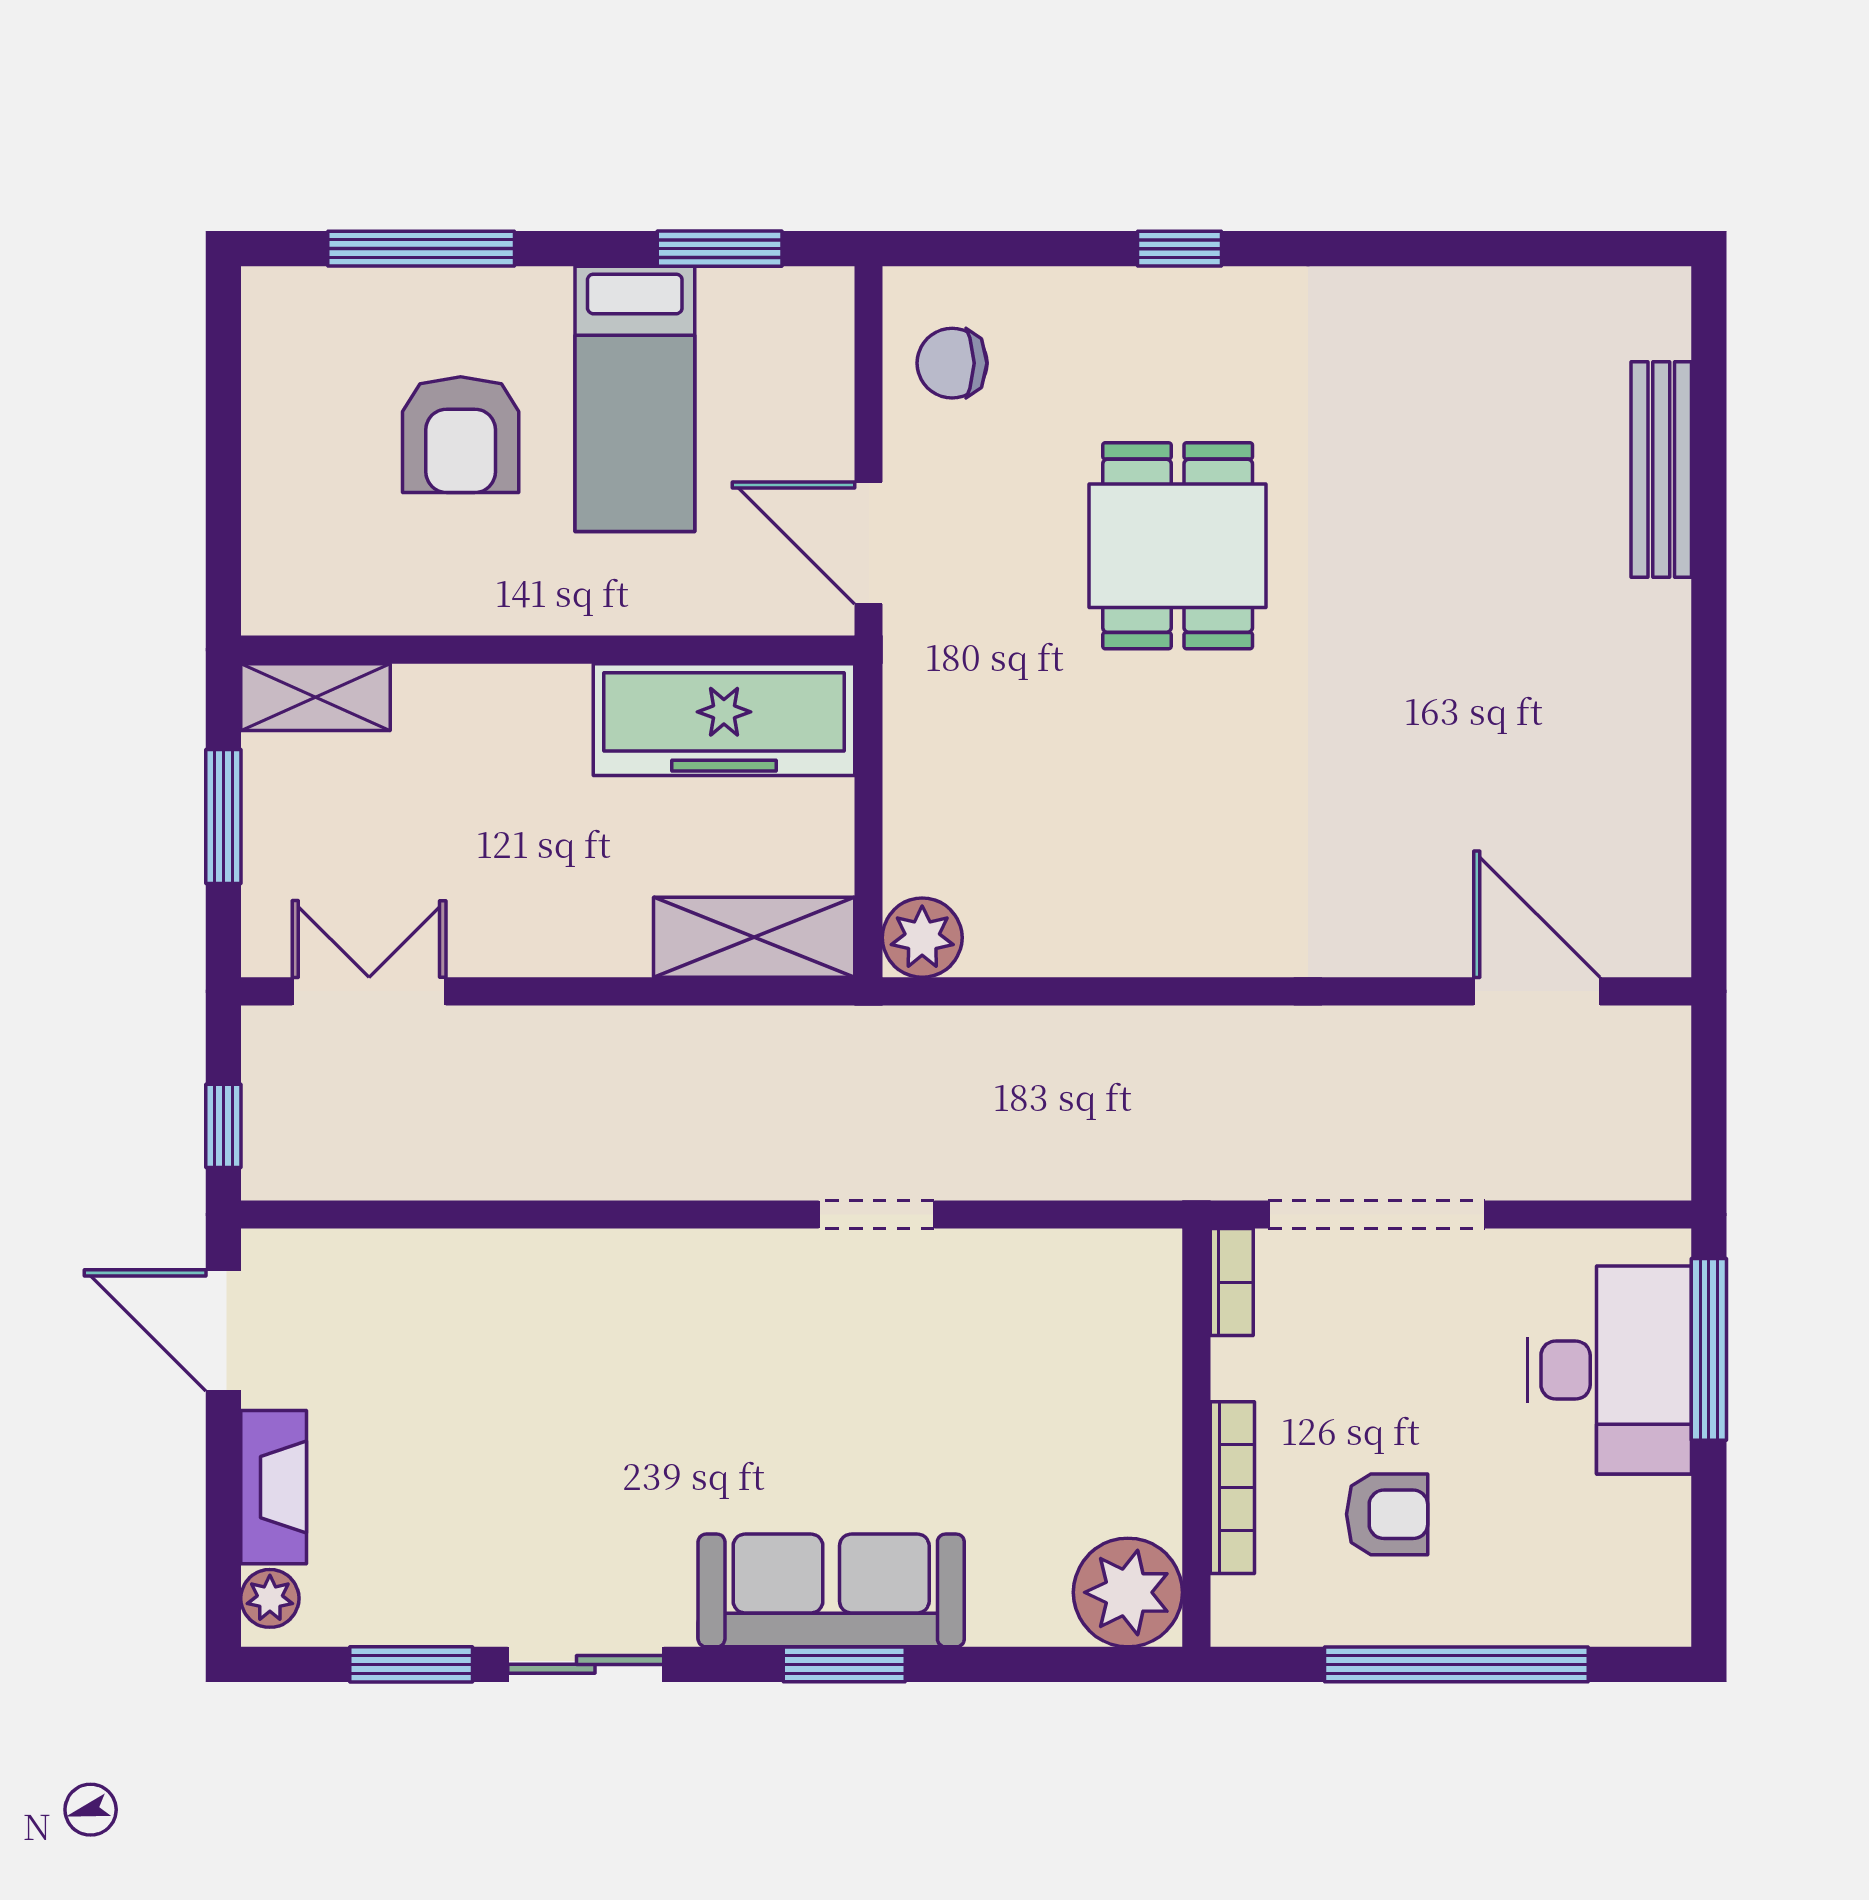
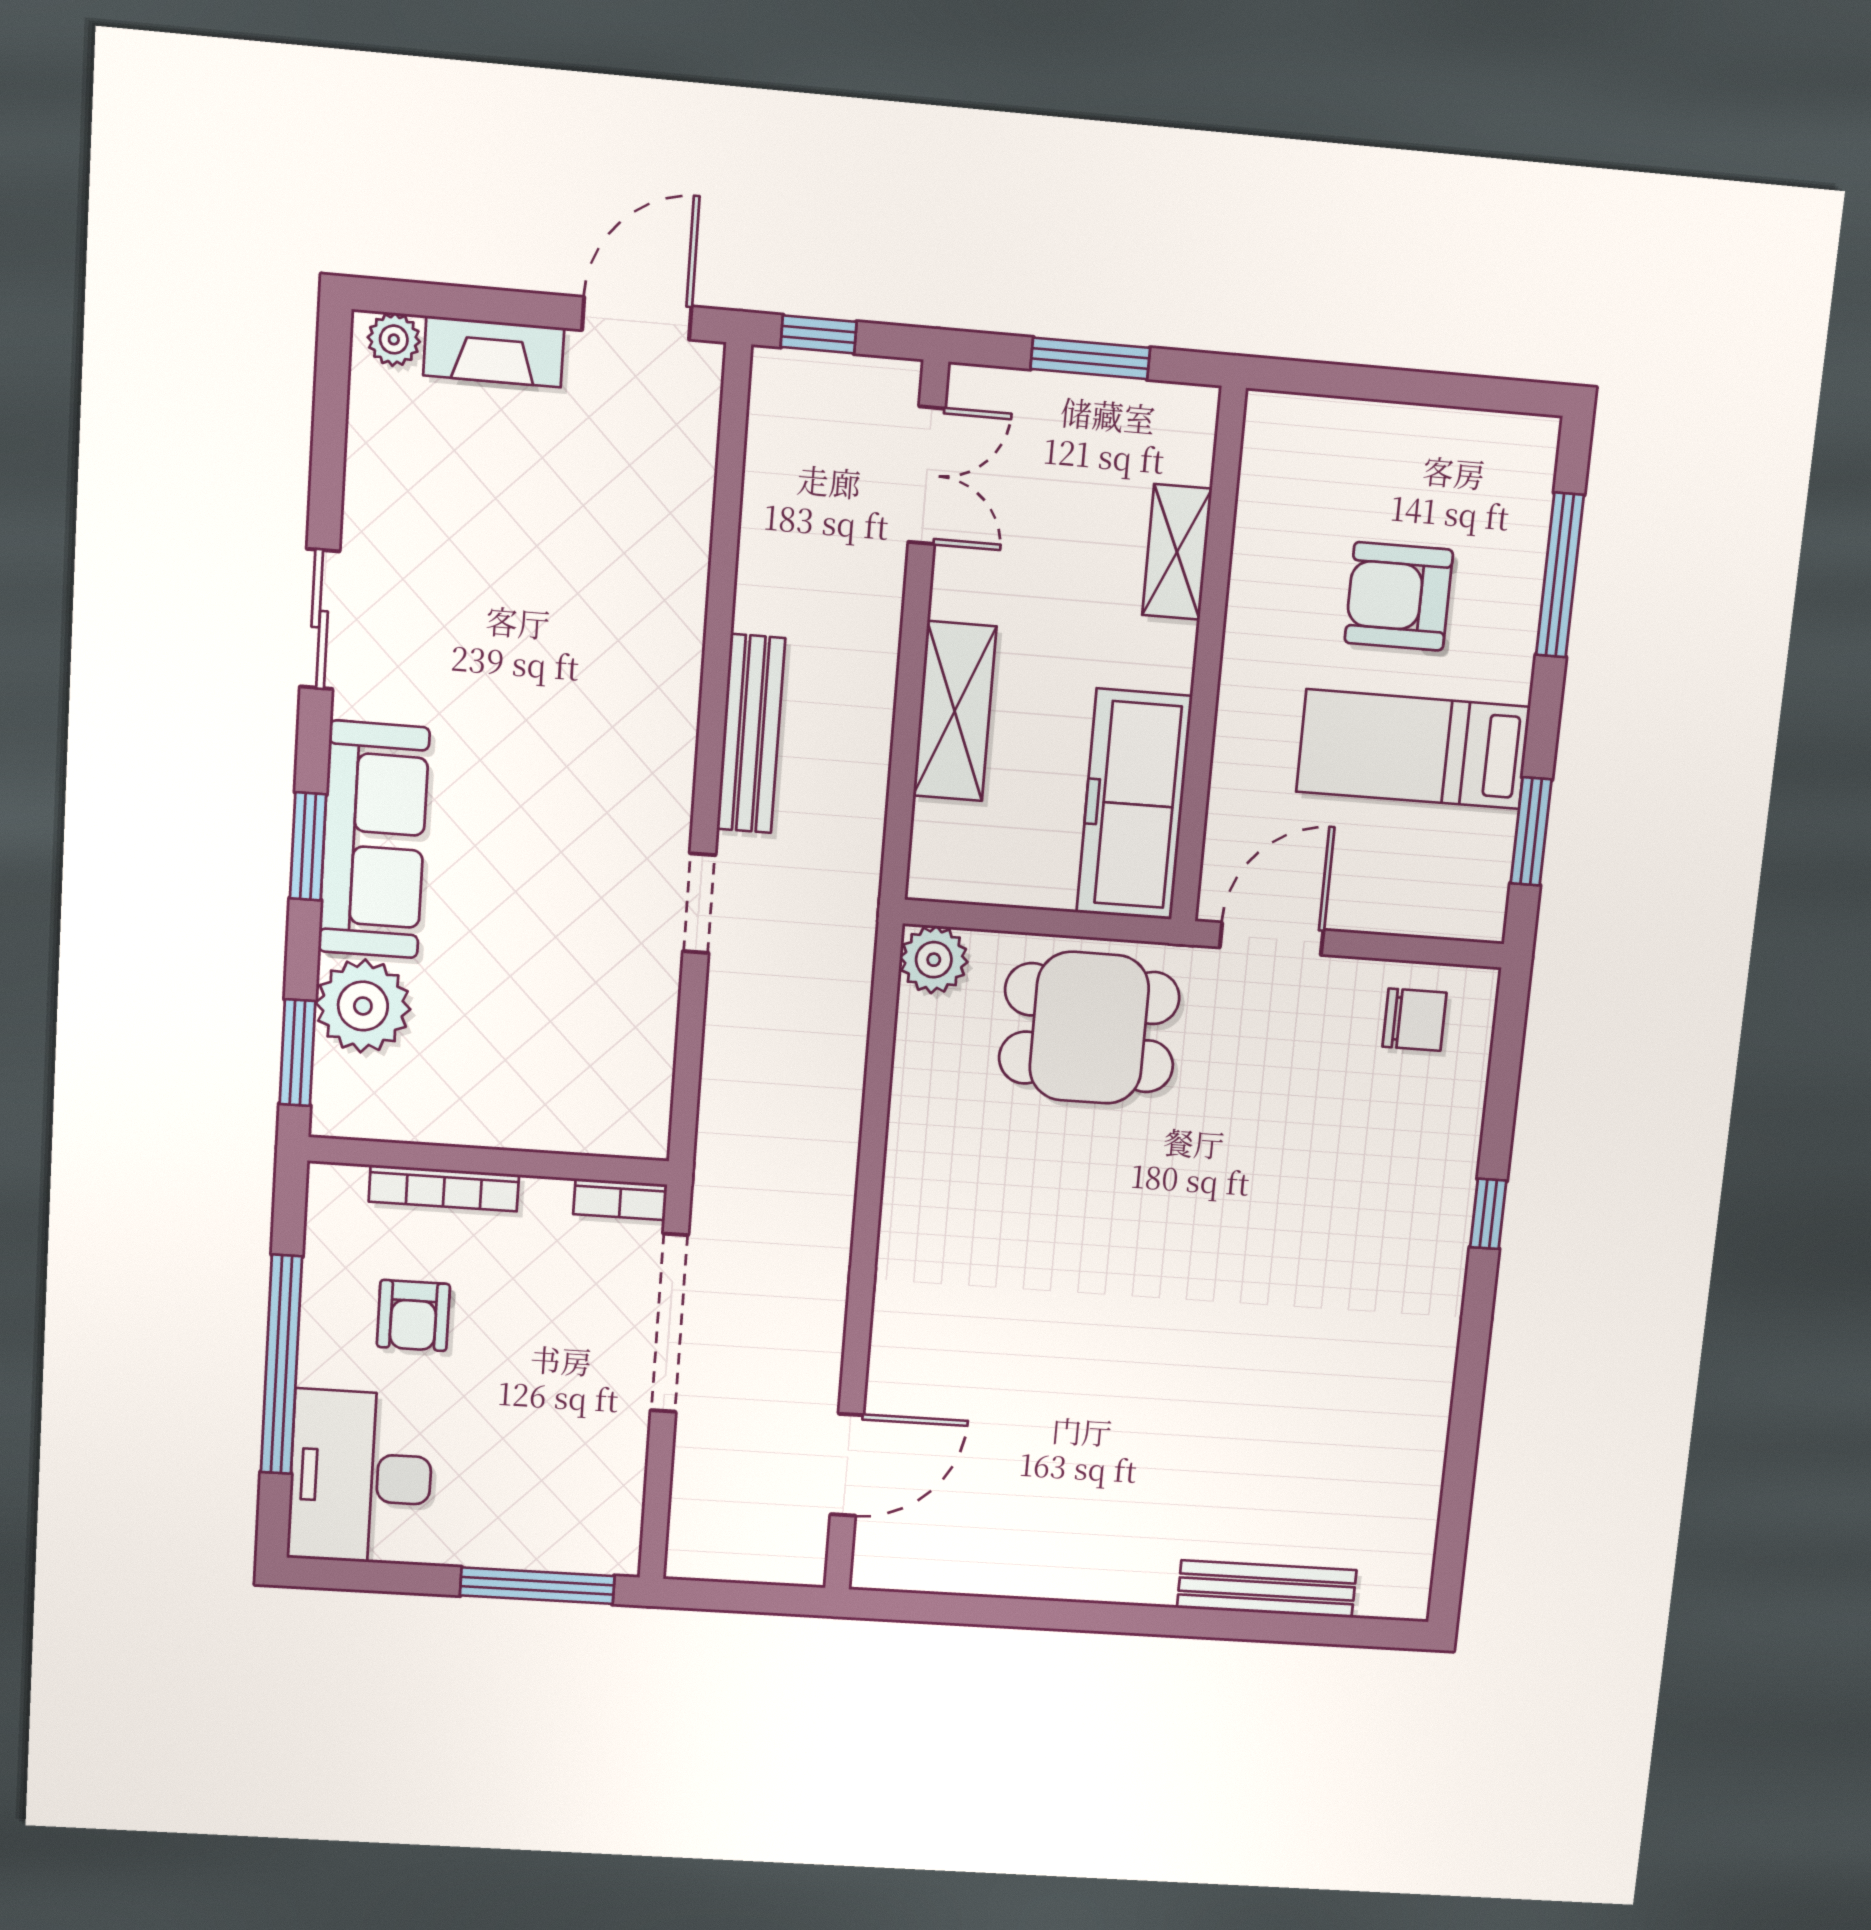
chair: (952, 363) -> (1414, 1020), turned 90
dining table: (1178, 546) -> (1089, 1028), moved
shelving: (315, 697) -> (1177, 552), moved
shelving: (754, 937) -> (955, 711), moved
bench: (677, 1169) -> (751, 734), added
desk: (1610, 1370) -> (361, 1477), moved, turned 90
plant: (1128, 1592) -> (363, 1006), moved
window: (411, 1664) -> (297, 1053), moved

